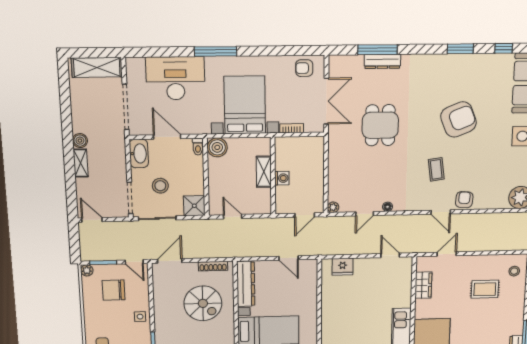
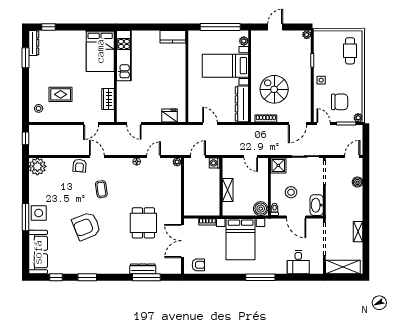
desk: (175, 78) -> (298, 262), width x0.53, depth x0.77
boiler: (80, 141) -> (357, 182), moved
shelving: (81, 163) -> (358, 232), moved
washing machine: (282, 178) -> (215, 163), moved
stool: (160, 186) -> (291, 192), moved
door: (92, 220) -> (352, 156), swing flipped

